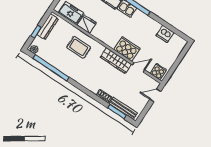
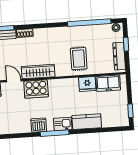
dishwasher: (165, 34) -> (39, 125), moved
rug: (79, 47) -> (79, 59), turned 90
door: (139, 67) -> (14, 81), swing flipped

